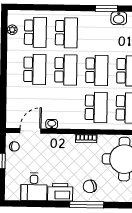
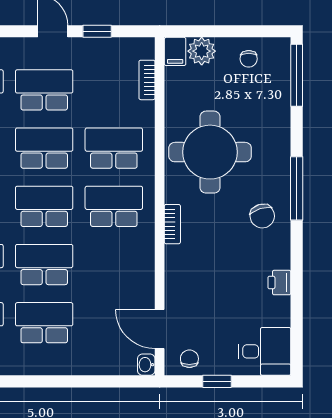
washbasin: (52, 124) -> (146, 365), moved
desk: (34, 187) -> (265, 351), moved
printer: (60, 192) -> (279, 283), width x0.53, depth x0.68
window: (87, 205) -> (297, 188), moved

